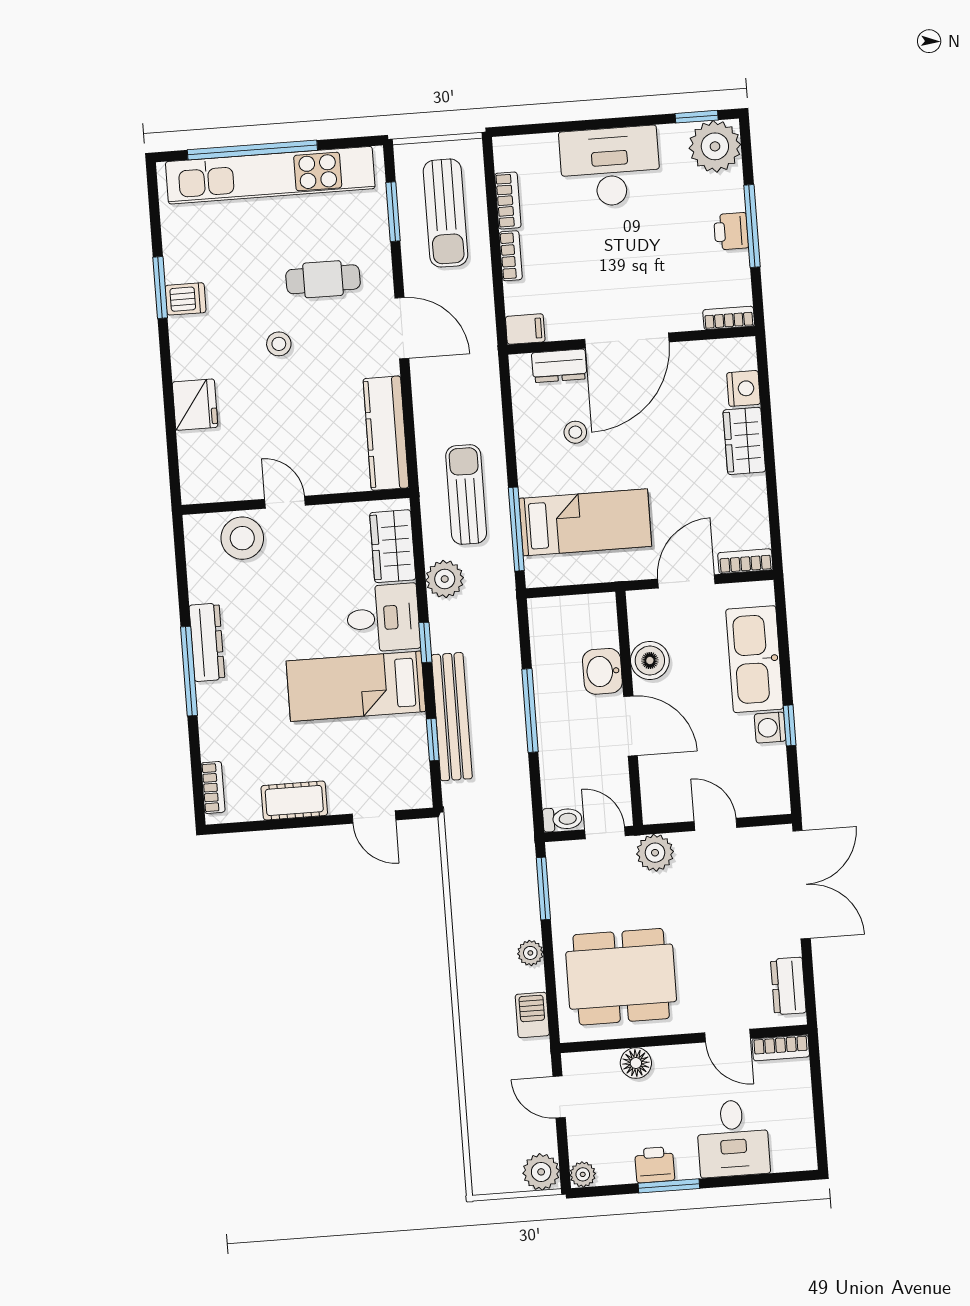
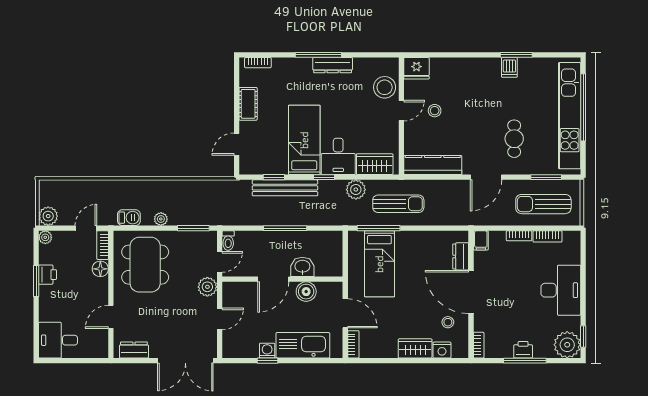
stool: (279, 344) -> (435, 111), moved
fridge: (195, 405) -> (416, 68), moved
stool: (575, 432) -> (448, 322), moved
bookcase: (781, 1048) -> (103, 245), moved
desk: (733, 1138) -> (58, 340), moved

